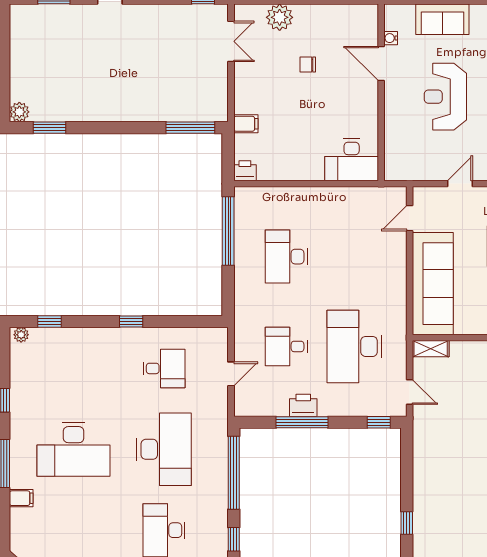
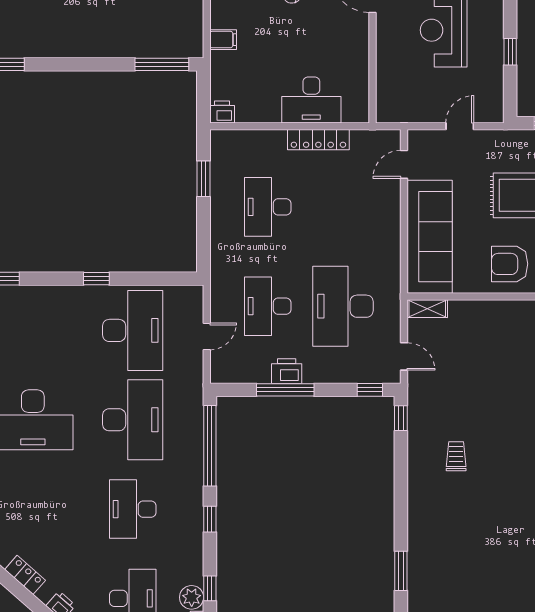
filing cabinet: (246, 124) -> (223, 40), moved
desk: (352, 160) -> (311, 100), moved
locker: (332, 196) -> (318, 140), added
window: (228, 231) -> (204, 179), width x0.47
desk: (286, 346) -> (268, 306), width x1.37
desk: (164, 368) -> (133, 330), width x1.87, depth x1.30
trolley: (457, 482) -> (456, 456), added
window: (407, 523) -> (401, 418), moved

